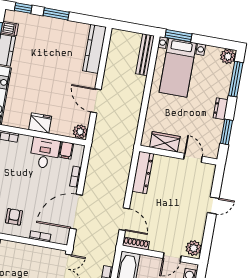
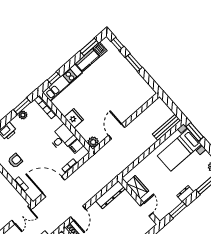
kitchen counter: (94, 49) -> (140, 101), removed

